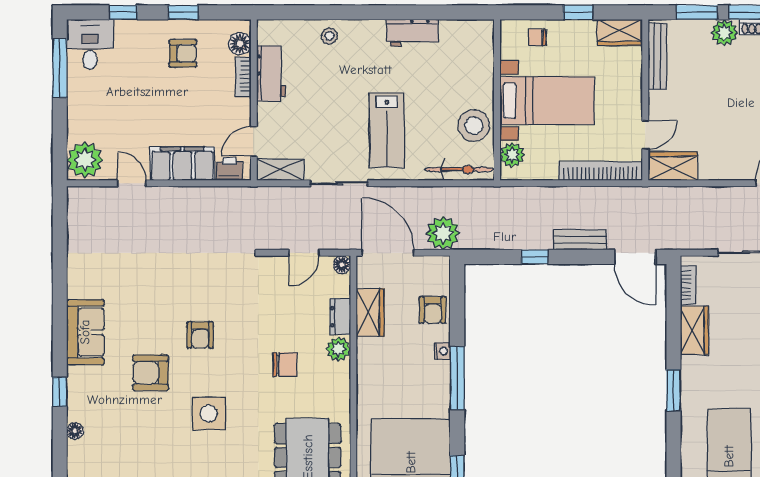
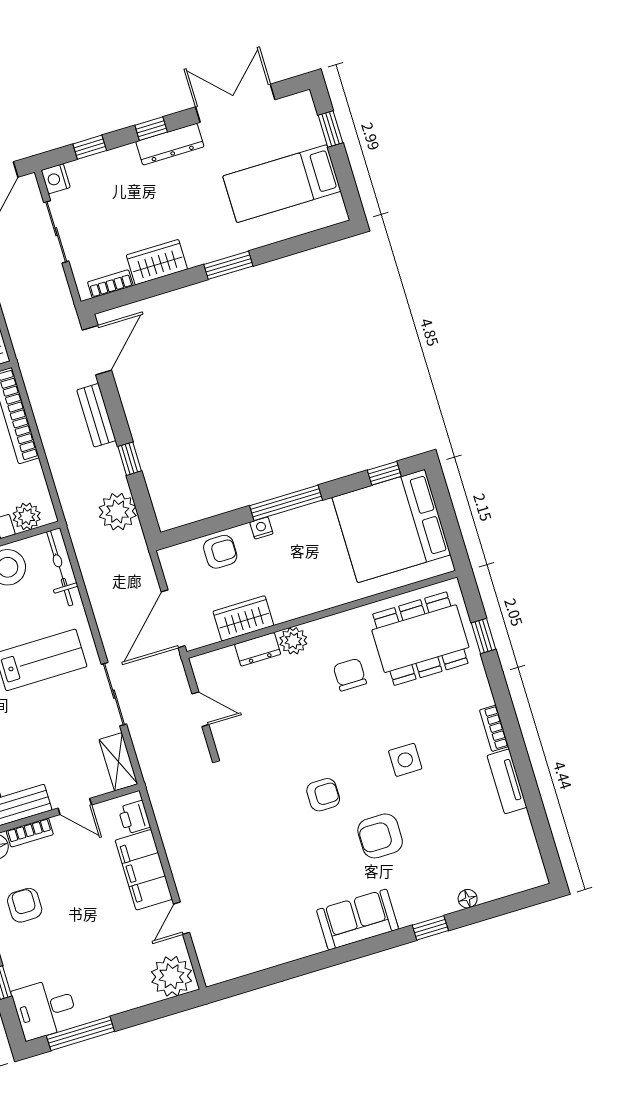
door: (254, 141) -> (75, 806), moved
plant: (443, 233) -> (118, 512), moved
floor lamp: (342, 265) -> (201, 664), removed
chair: (285, 364) -> (350, 675), moved
armchair: (151, 373) -> (380, 836), turned 90
side table: (209, 414) -> (405, 760), width x0.73, depth x0.73

